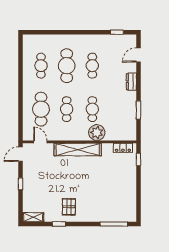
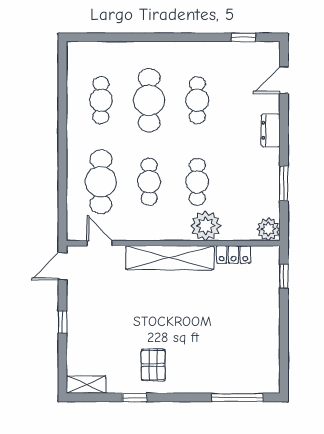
plant: (130, 134) -> (268, 229), added
locker: (123, 148) -> (233, 255), moved

